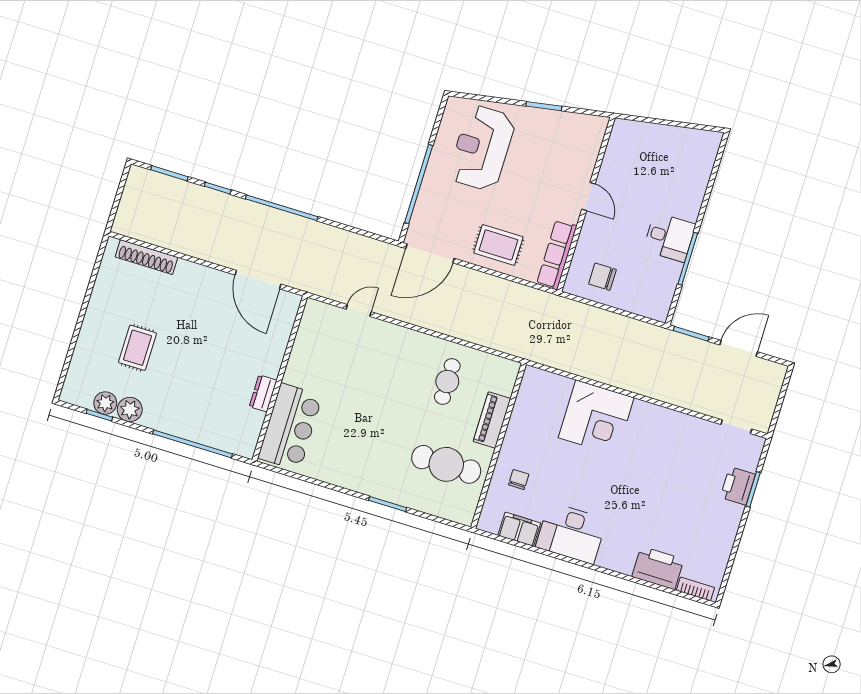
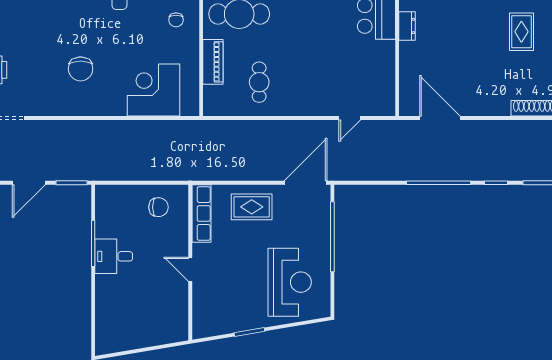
corner desk: (596, 418) -> (153, 90), moved
chair: (642, 458) -> (81, 69), added

